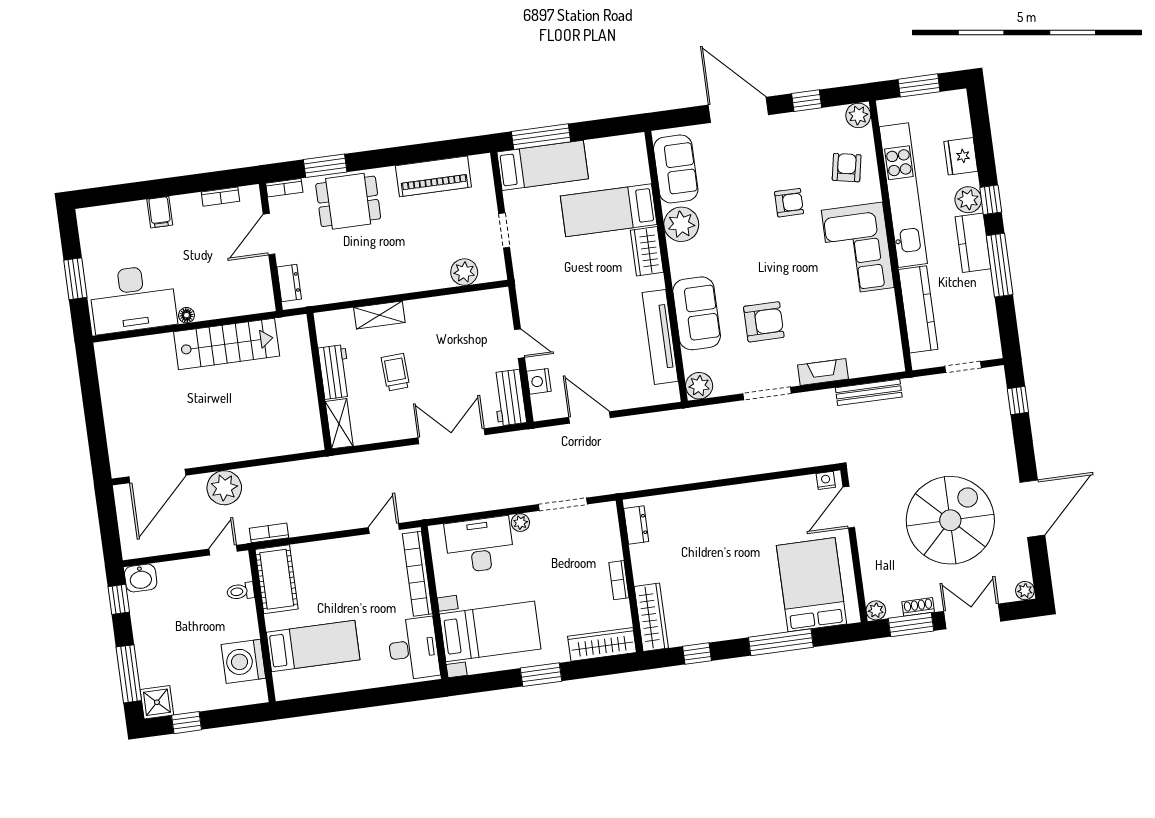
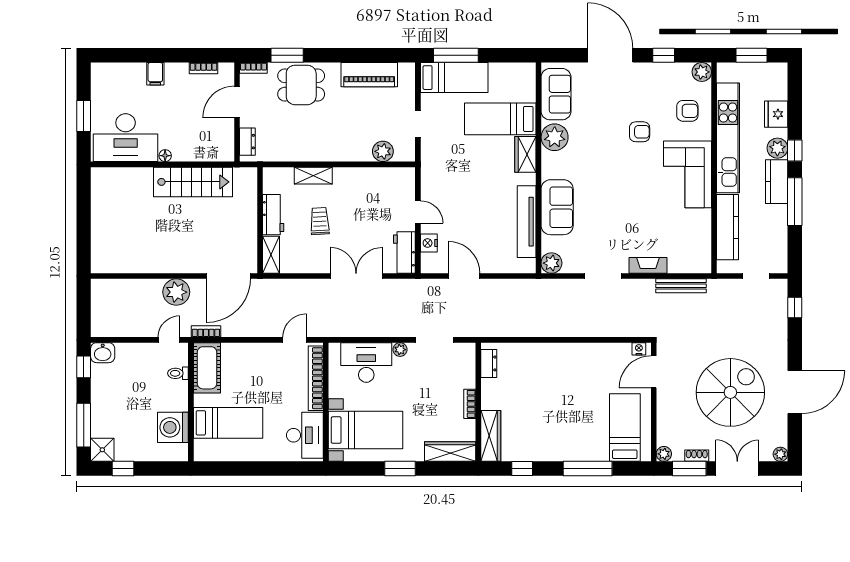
armchair: (847, 168) -> (687, 111), turned 79
armchair: (764, 322) -> (608, 221), removed
door: (157, 476) -> (228, 276), moved
bed: (812, 585) -> (625, 427), width x0.67

